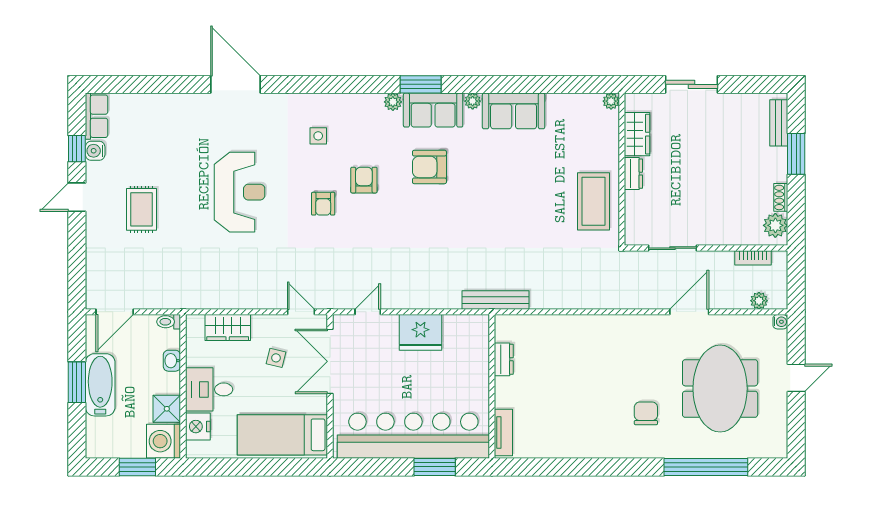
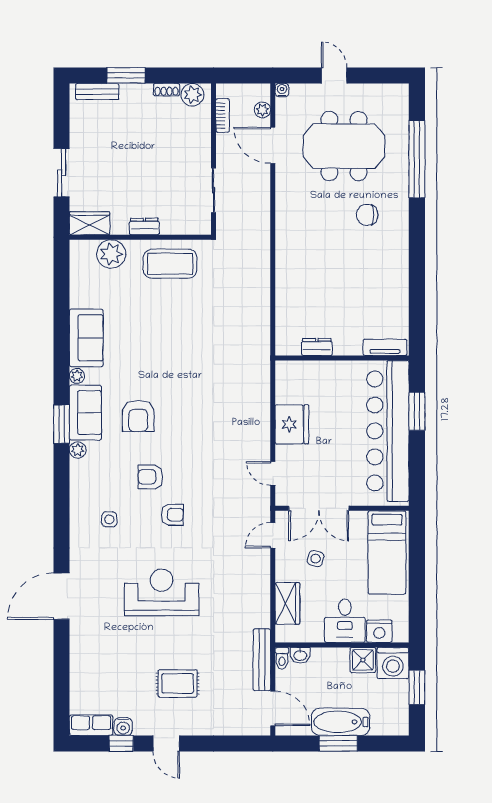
plant: (611, 101) -> (111, 254), moved, width x1.87, depth x1.87
wardrobe: (637, 134) -> (90, 223), moved
bench: (496, 300) -> (262, 660), moved
door: (689, 312) -> (273, 145), moved
washbasin: (172, 361) -> (300, 655), moved

